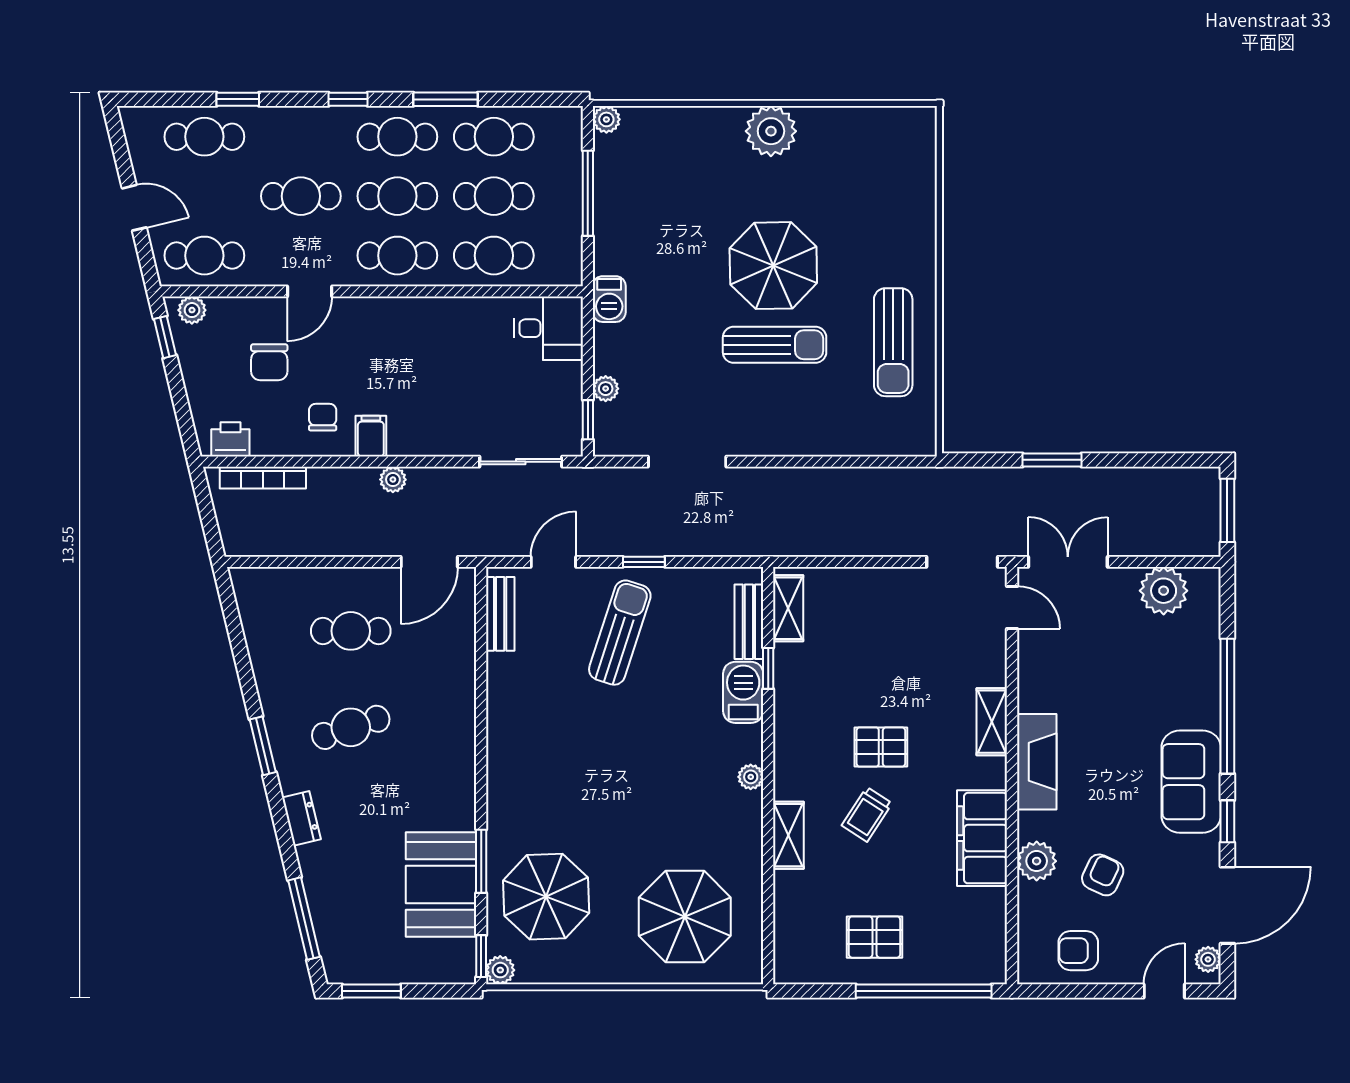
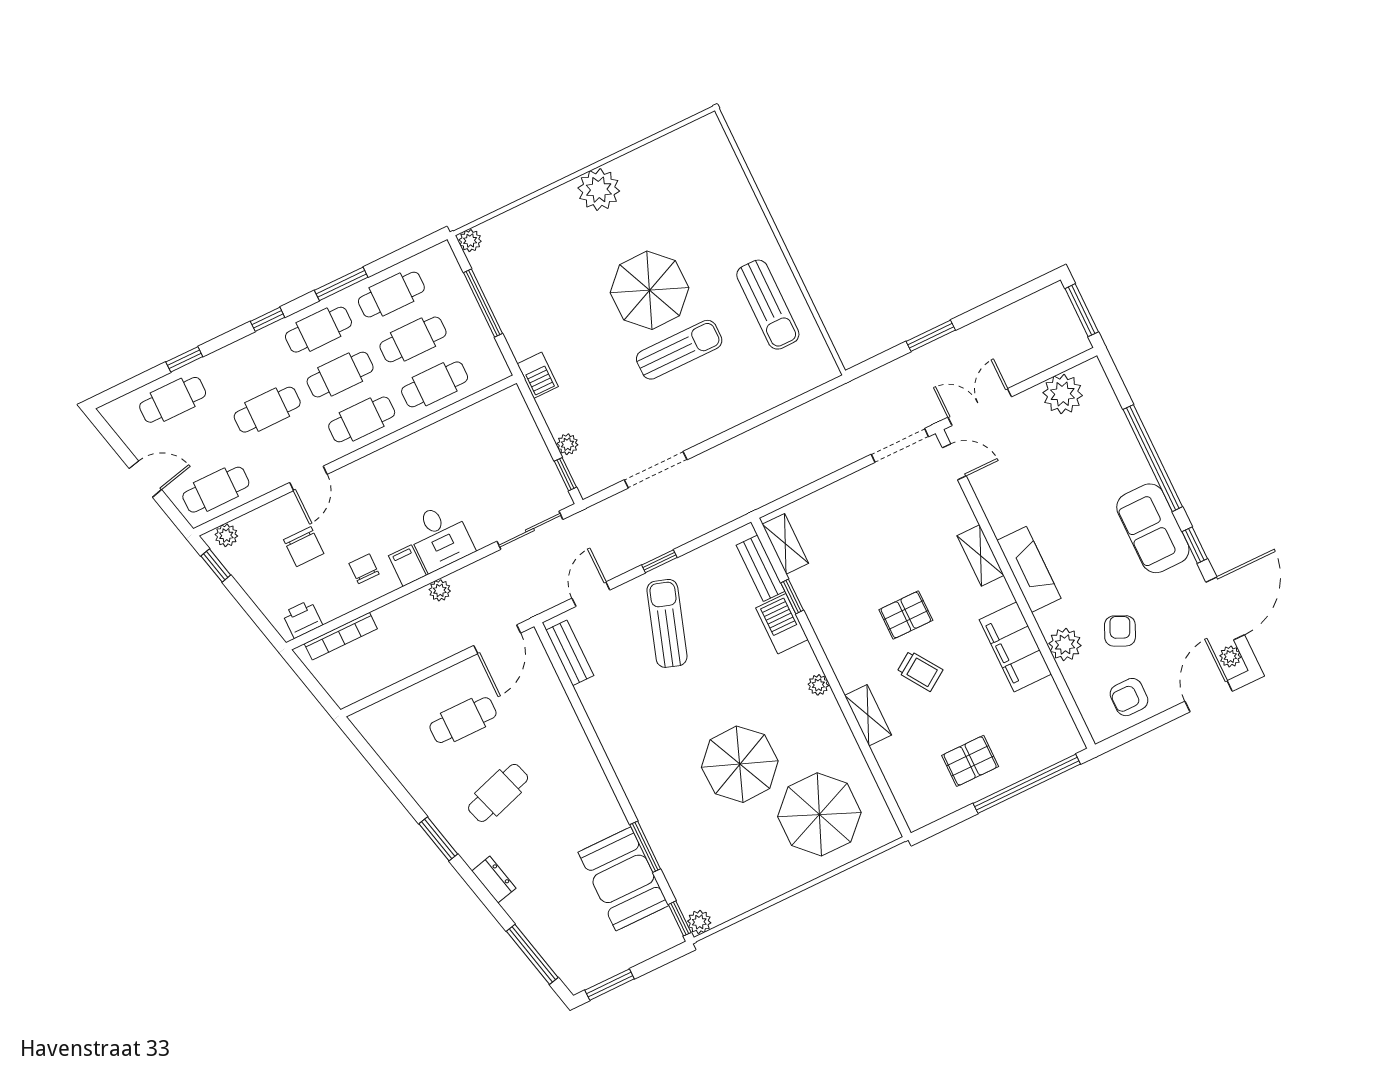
desk: (549, 328) -> (440, 537), moved, turned 90
trolley: (867, 814) -> (920, 671), turned -67
parasol: (546, 897) -> (740, 764), moved
door: (1164, 991) -> (1209, 696), width x1.38

